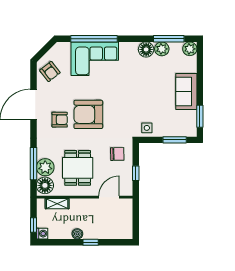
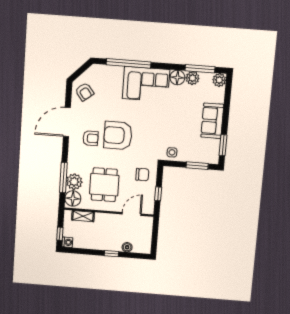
corner sofa: (95, 59) -> (146, 84), moved
boiler: (77, 234) -> (127, 247), moved

